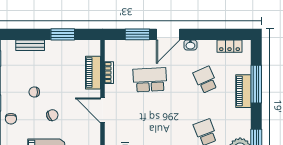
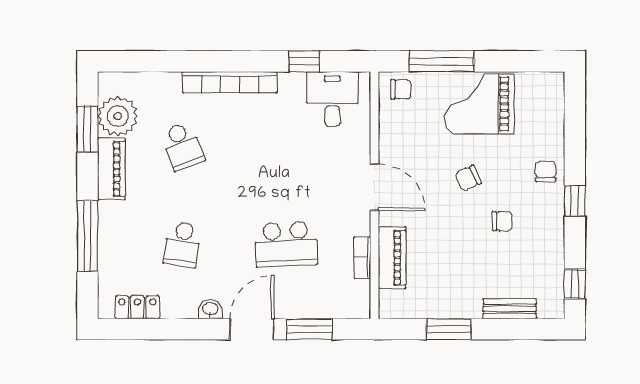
school desk: (205, 80) -> (182, 244), turned 33
piano: (243, 91) -> (111, 169), moved

